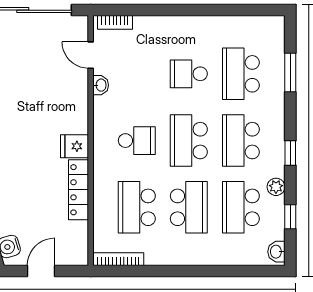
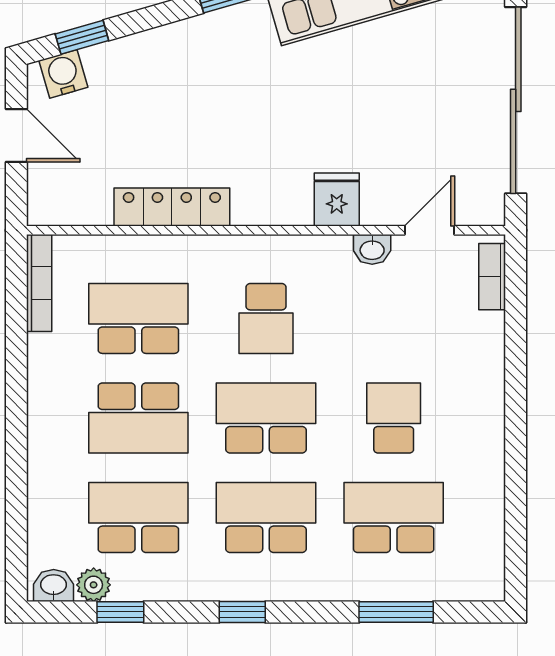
fridge: (75, 146) -> (337, 200), moved
plant: (276, 187) -> (94, 585), moved

